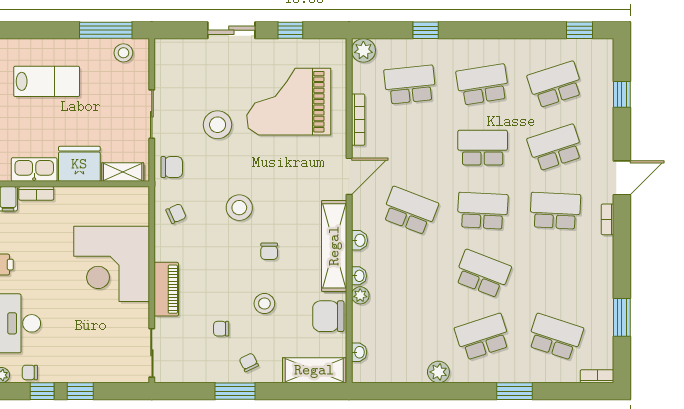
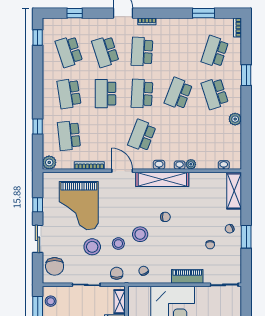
stool: (264, 304) -> (118, 244), moved
chair: (328, 316) -> (55, 266), moved

